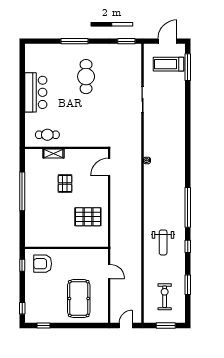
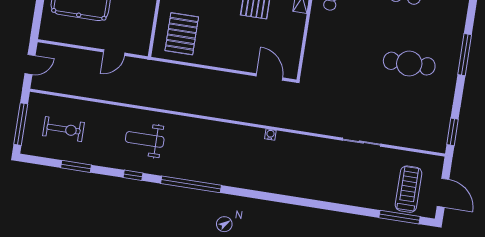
pallet: (88, 217) -> (182, 34), moved
door: (126, 325) -> (30, 65), hinge flipped
window: (166, 325) -> (21, 124), width x1.44

